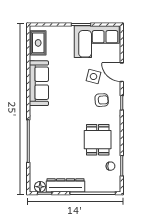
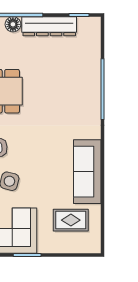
rug: (38, 43) -> (71, 220), moved, turned 90
floor lamp: (40, 187) -> (13, 24), moved

